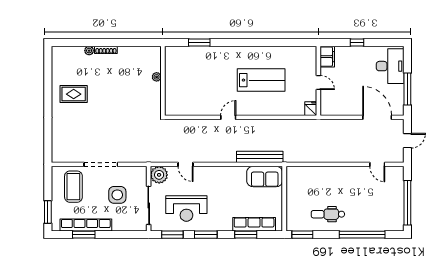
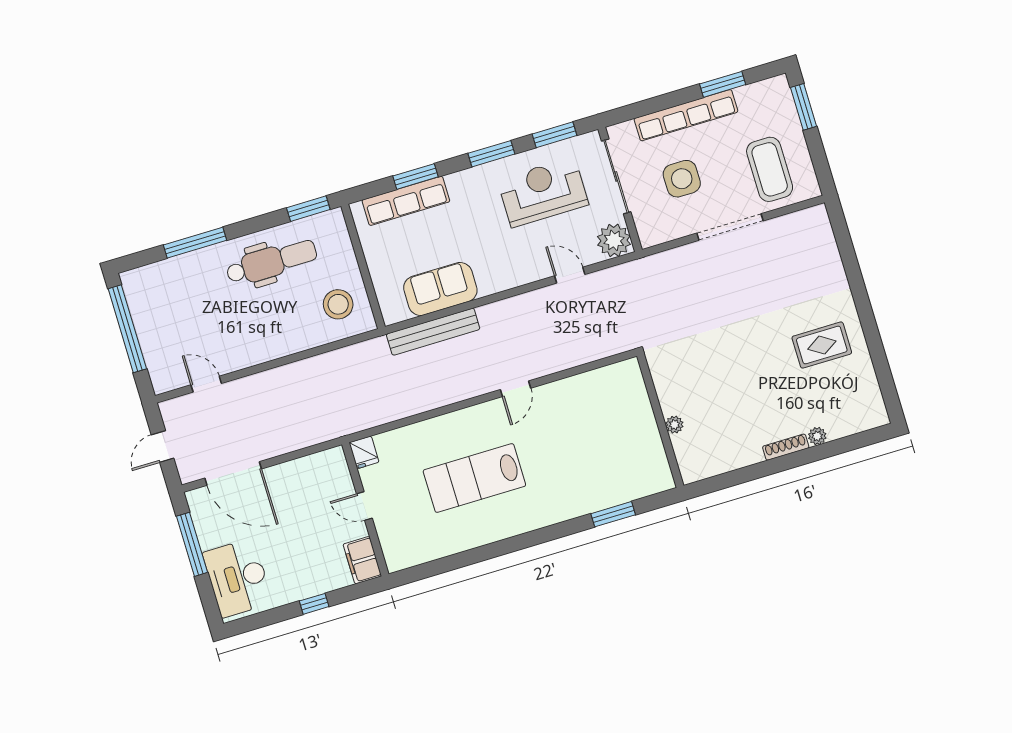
sofa: (265, 177) -> (440, 289), moved
stool: (302, 184) -> (338, 304), added
dental chair: (328, 214) -> (272, 262), width x1.36, depth x1.38
row of seats: (86, 225) -> (686, 115), moved
window: (362, 235) -> (195, 243), width x0.68

